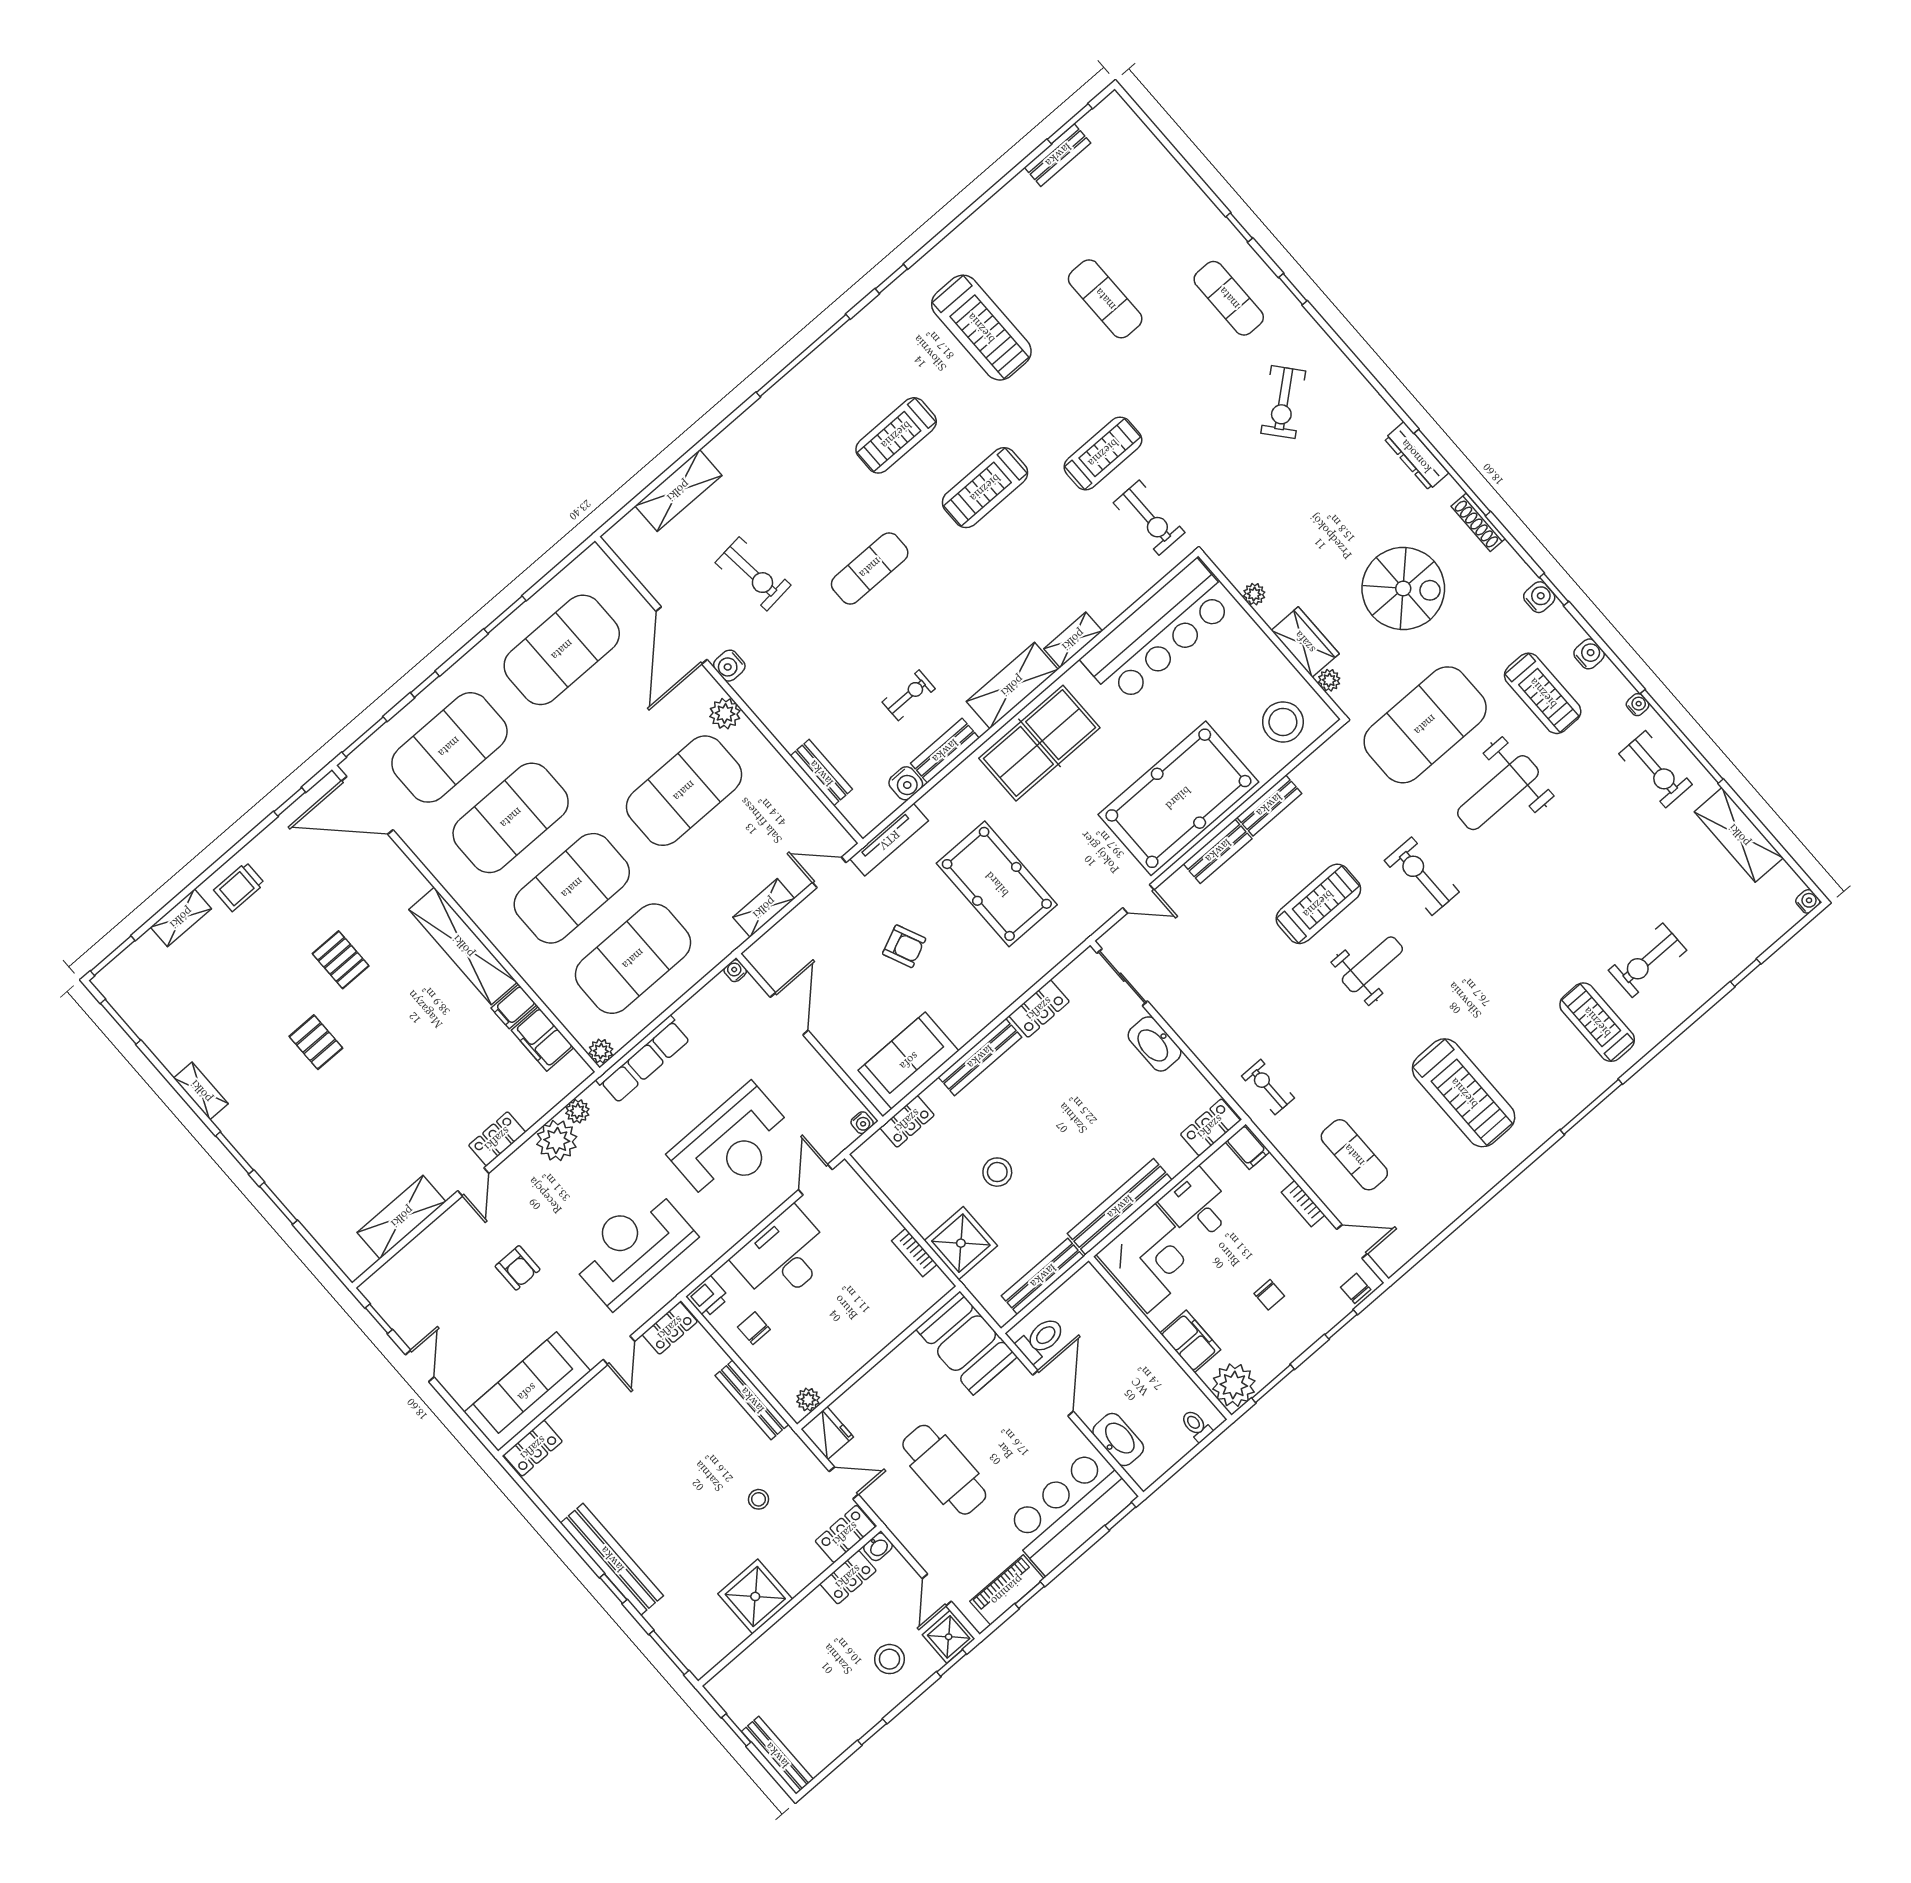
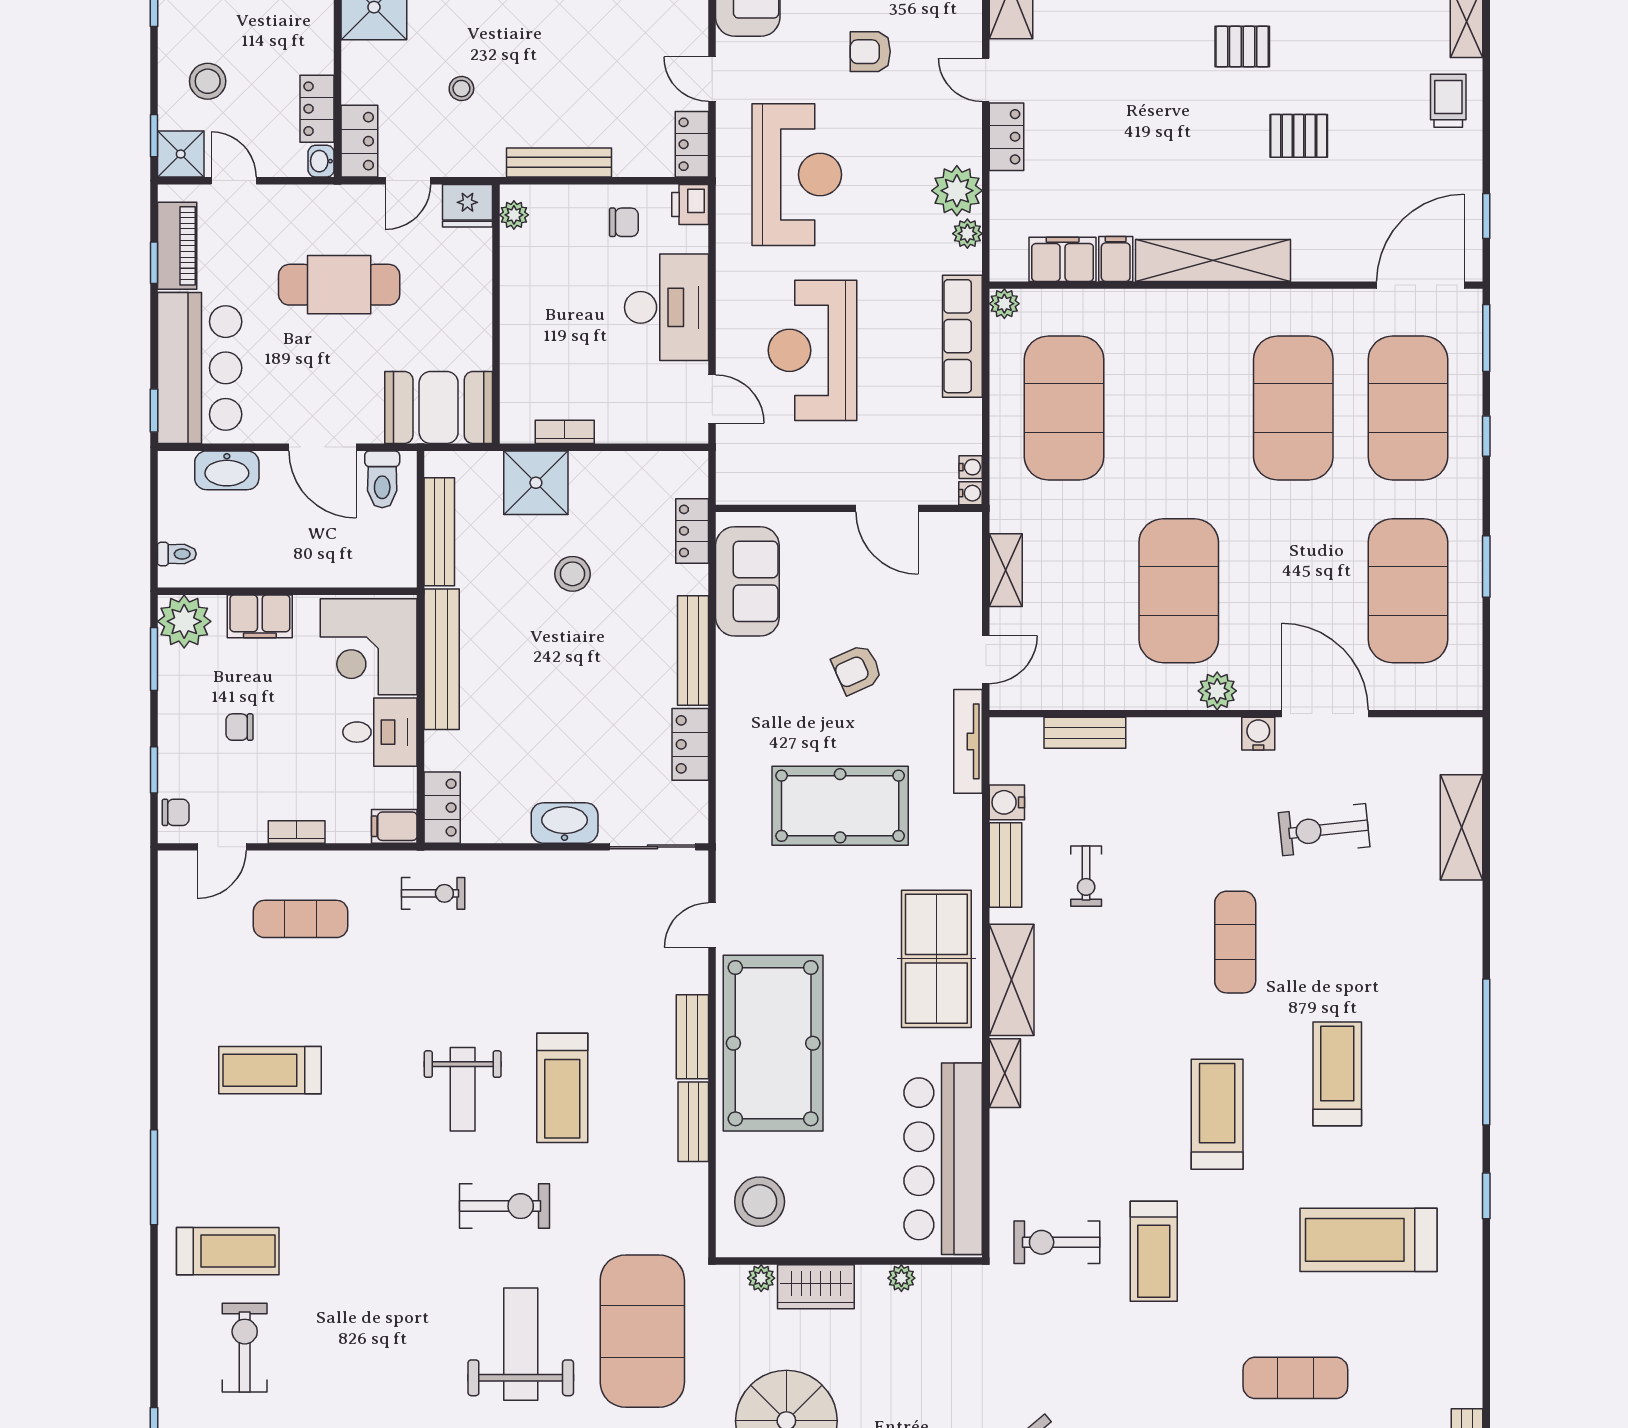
exercise mat: (572, 888) -> (1179, 408), removed
treadmill: (1464, 1093) -> (270, 1070), width x0.73, depth x0.73
water cooler: (862, 1123) -> (971, 467), moved, turned 180

